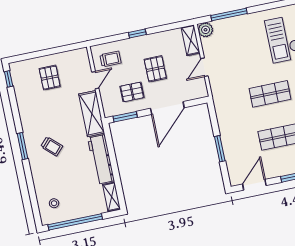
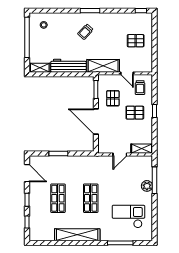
plant: (206, 30) -> (147, 186), moved
door: (204, 67) -> (120, 155), swing flipped
pallet: (155, 69) -> (135, 113), moved

